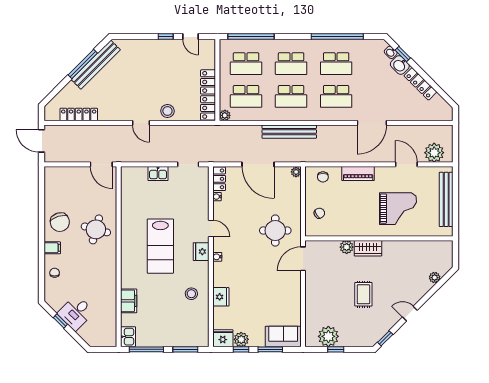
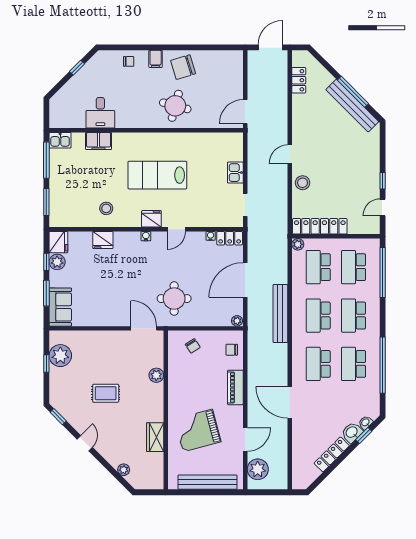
locker: (79, 115) -> (299, 80), width x0.66
grand piano: (398, 209) -> (198, 430), turned 75
wardrobe: (368, 248) -> (155, 437), moved
desk: (76, 313) -> (100, 113), moved, turned -135

